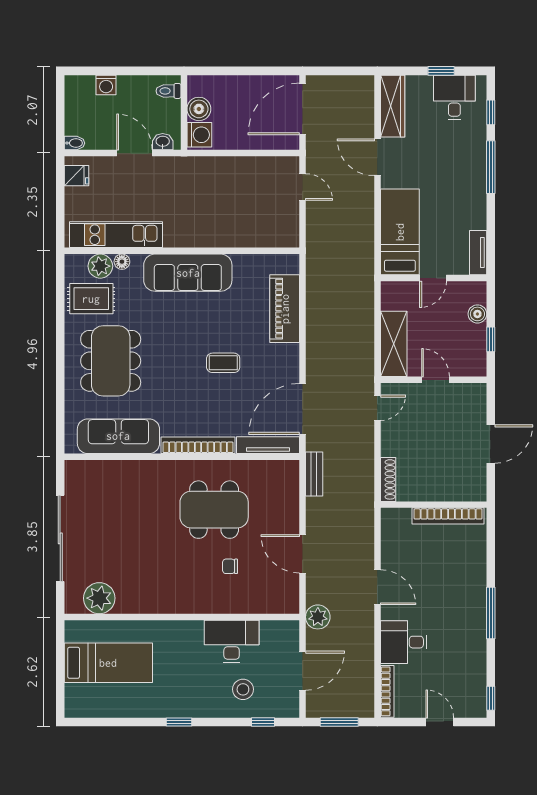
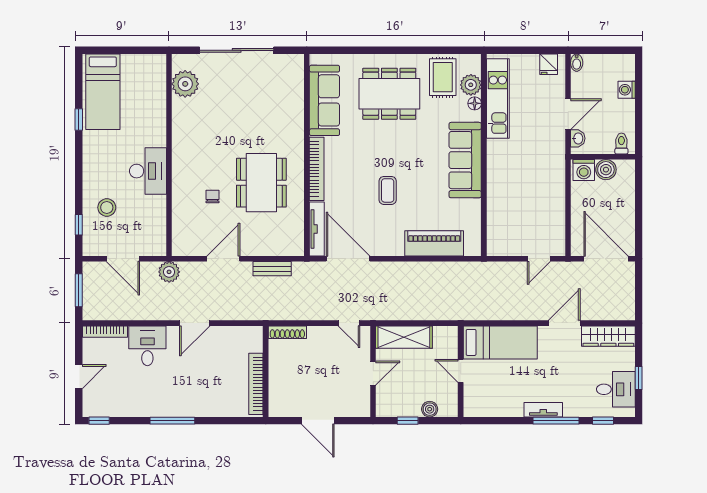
tv unit: (478, 253) -> (543, 410), moved
bench: (314, 474) -> (272, 269), moved
desk: (232, 641) -> (148, 171), moved
bed: (108, 663) -> (103, 92), moved
window: (179, 722) -> (79, 119), moved

